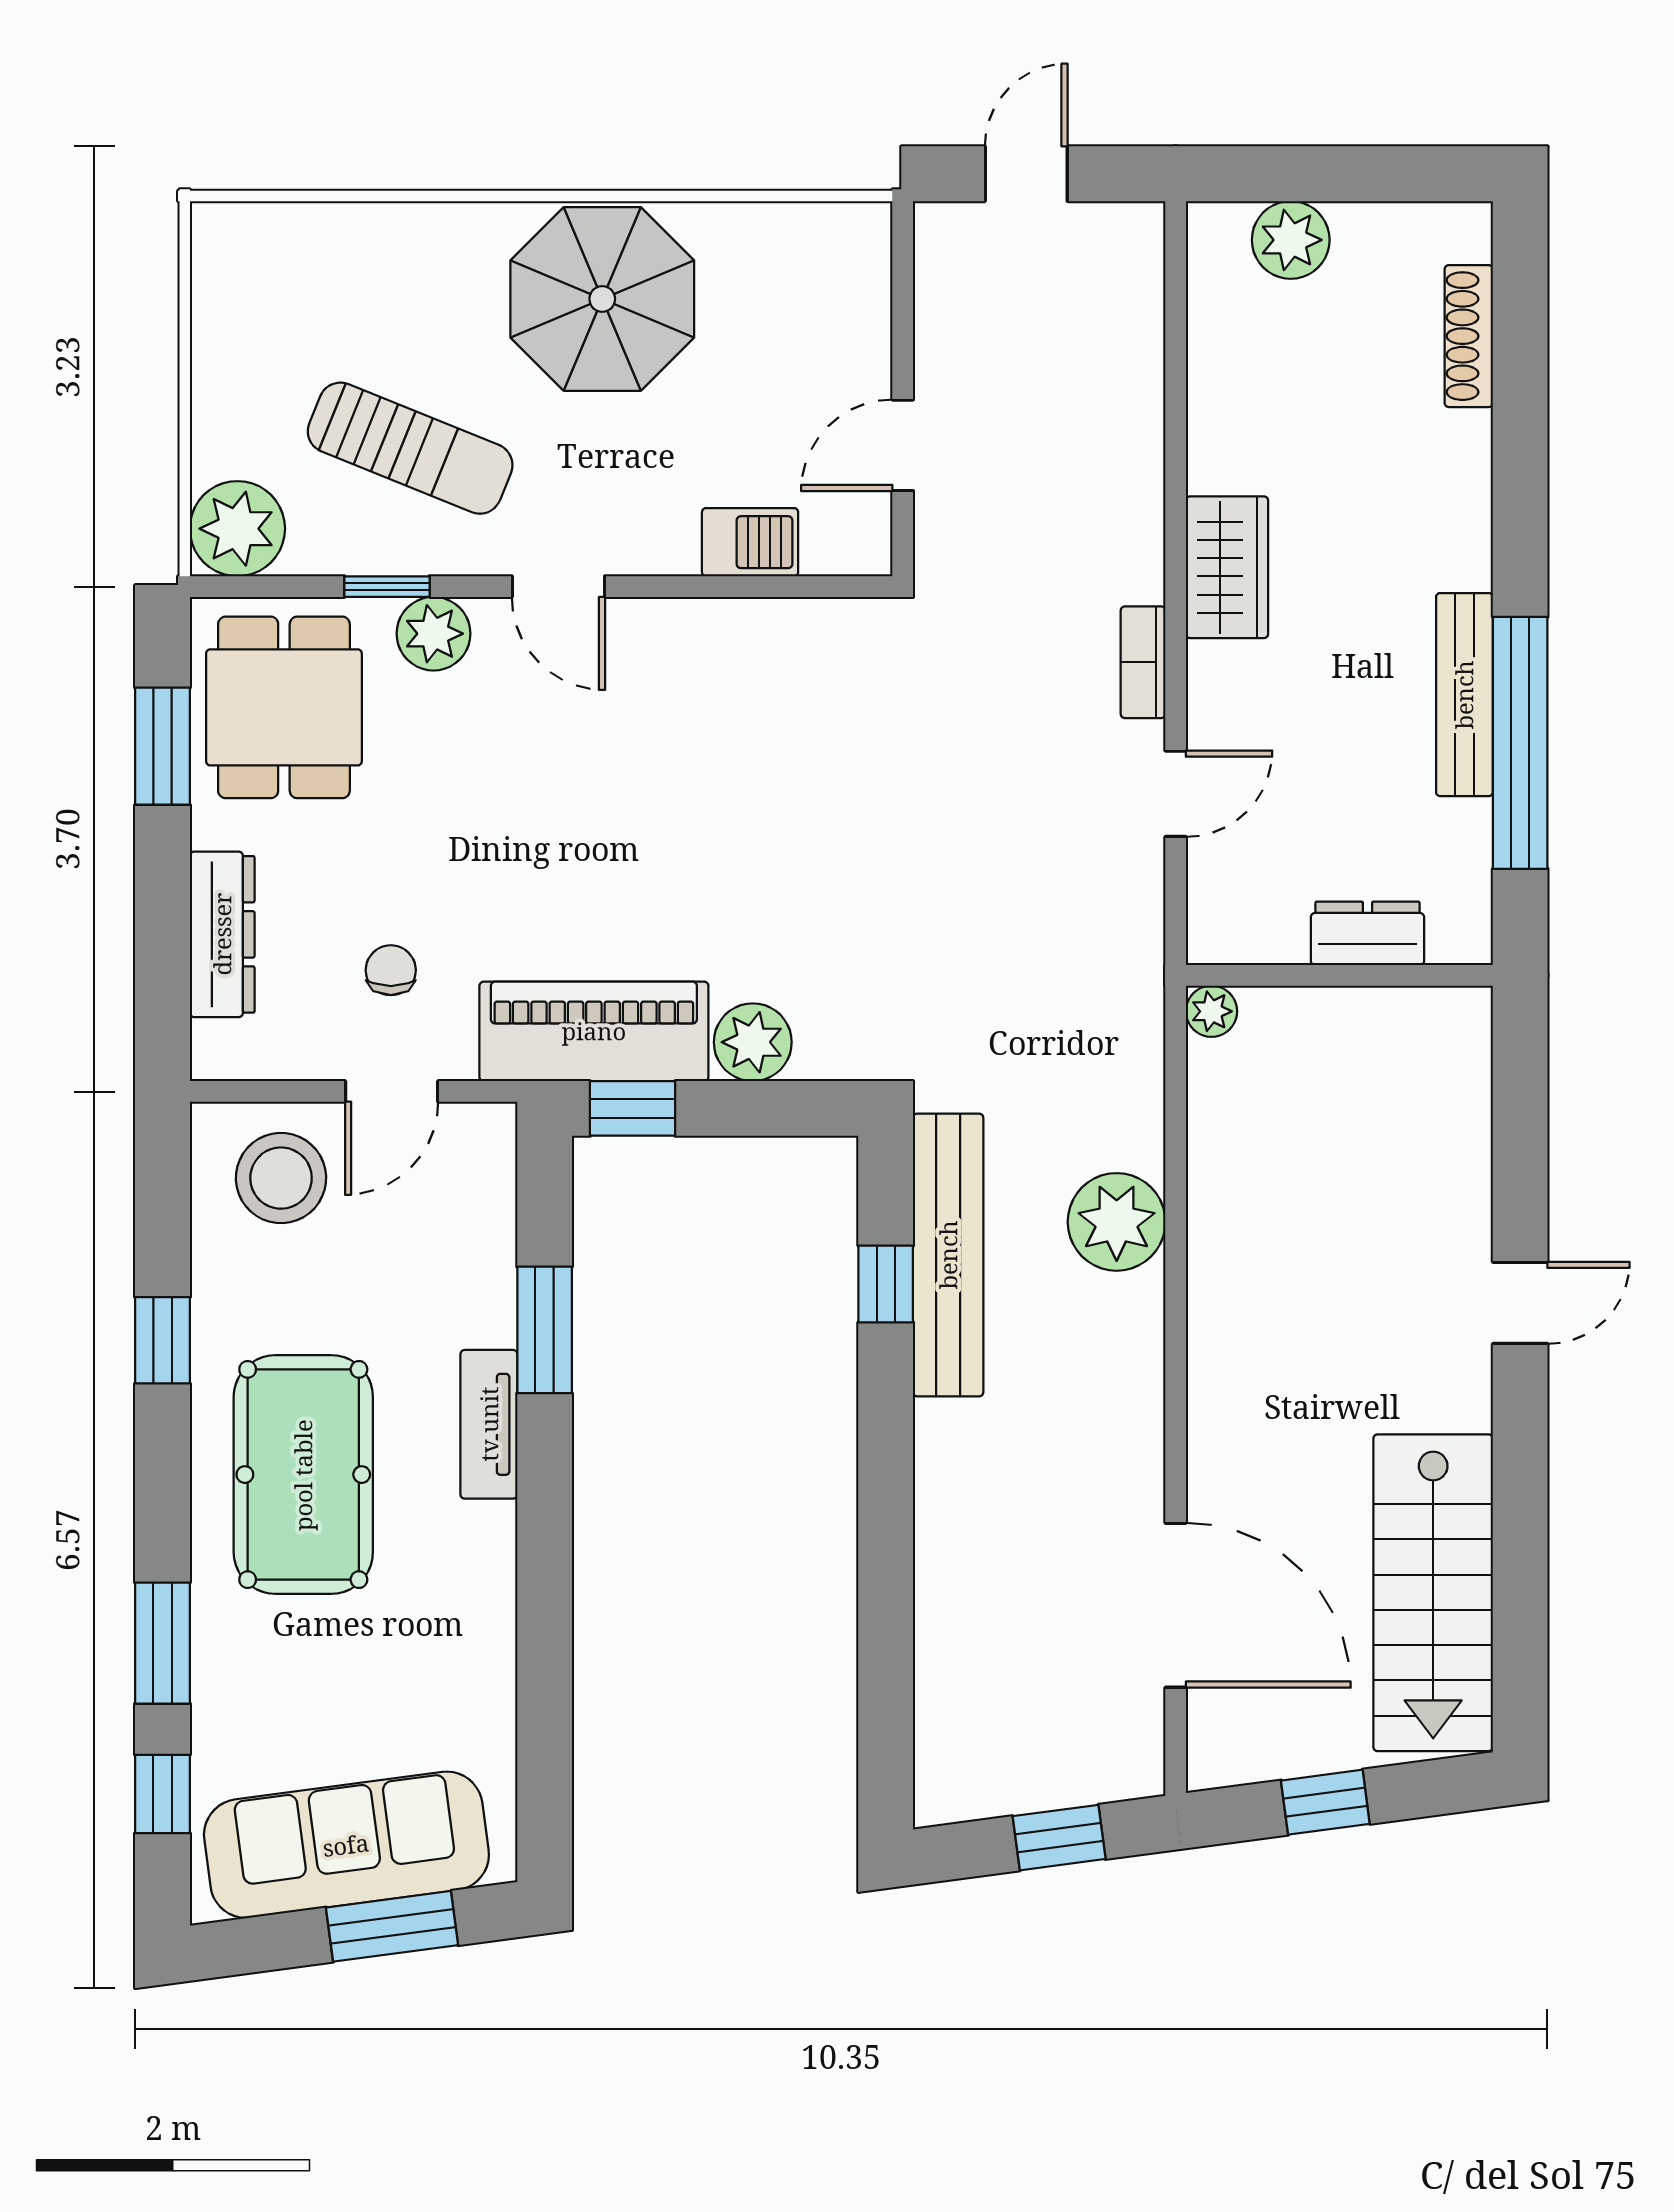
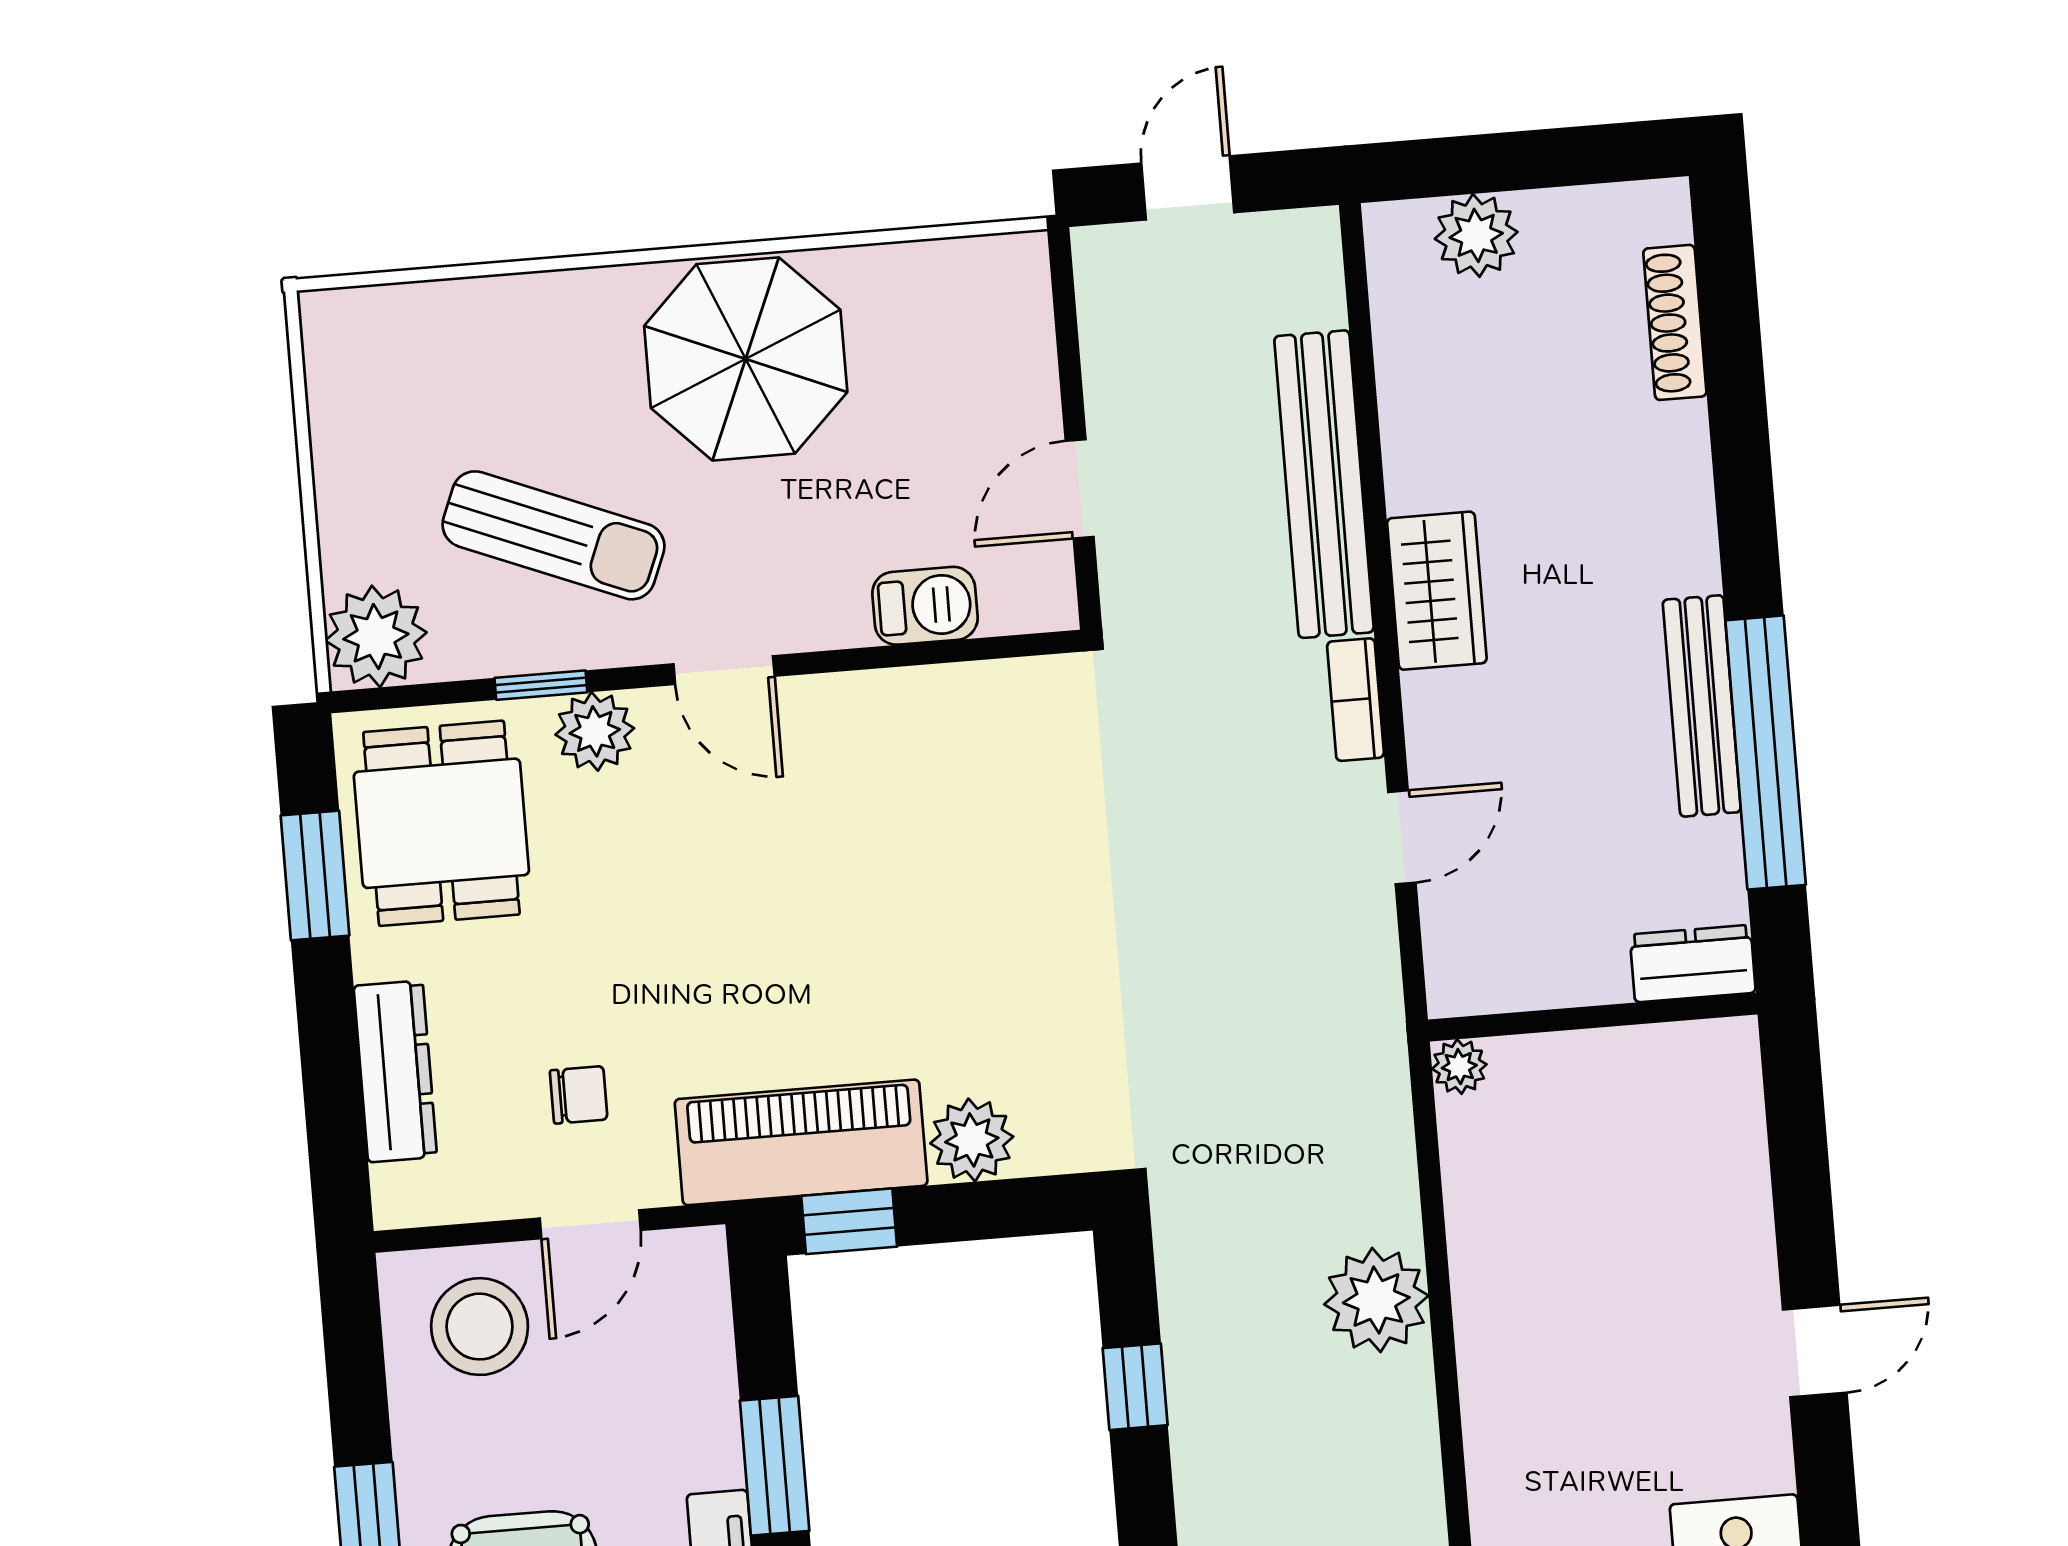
dresser: (1367, 933) -> (1693, 964), moved
chair: (391, 970) -> (579, 1095), turned 90
bench: (948, 1255) -> (1324, 484), moved

